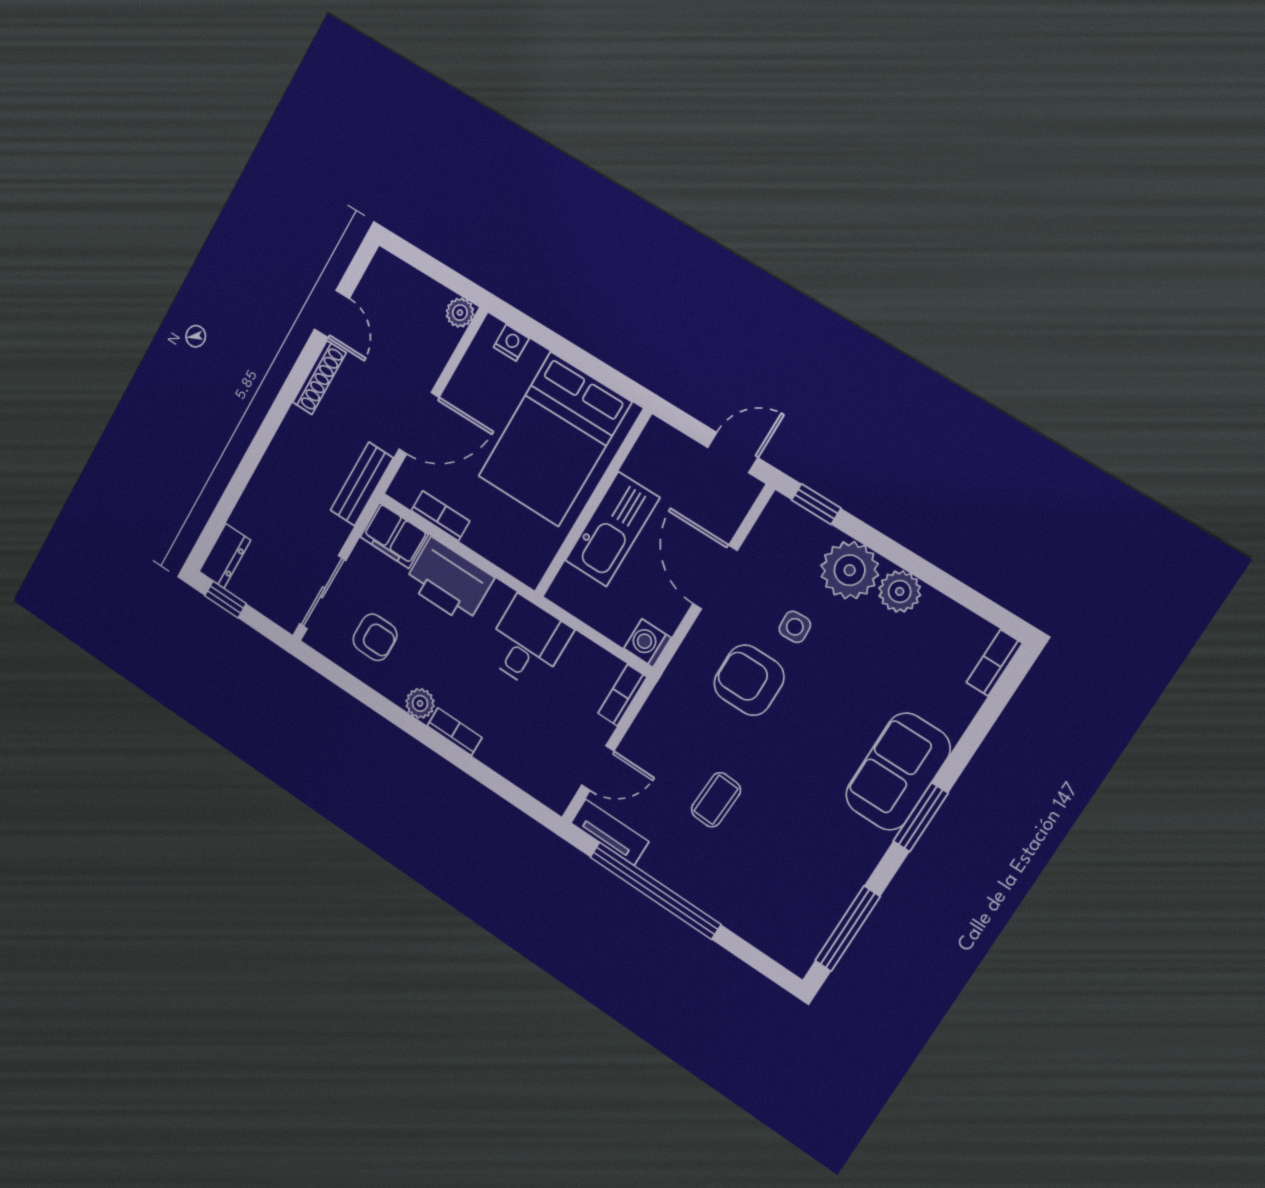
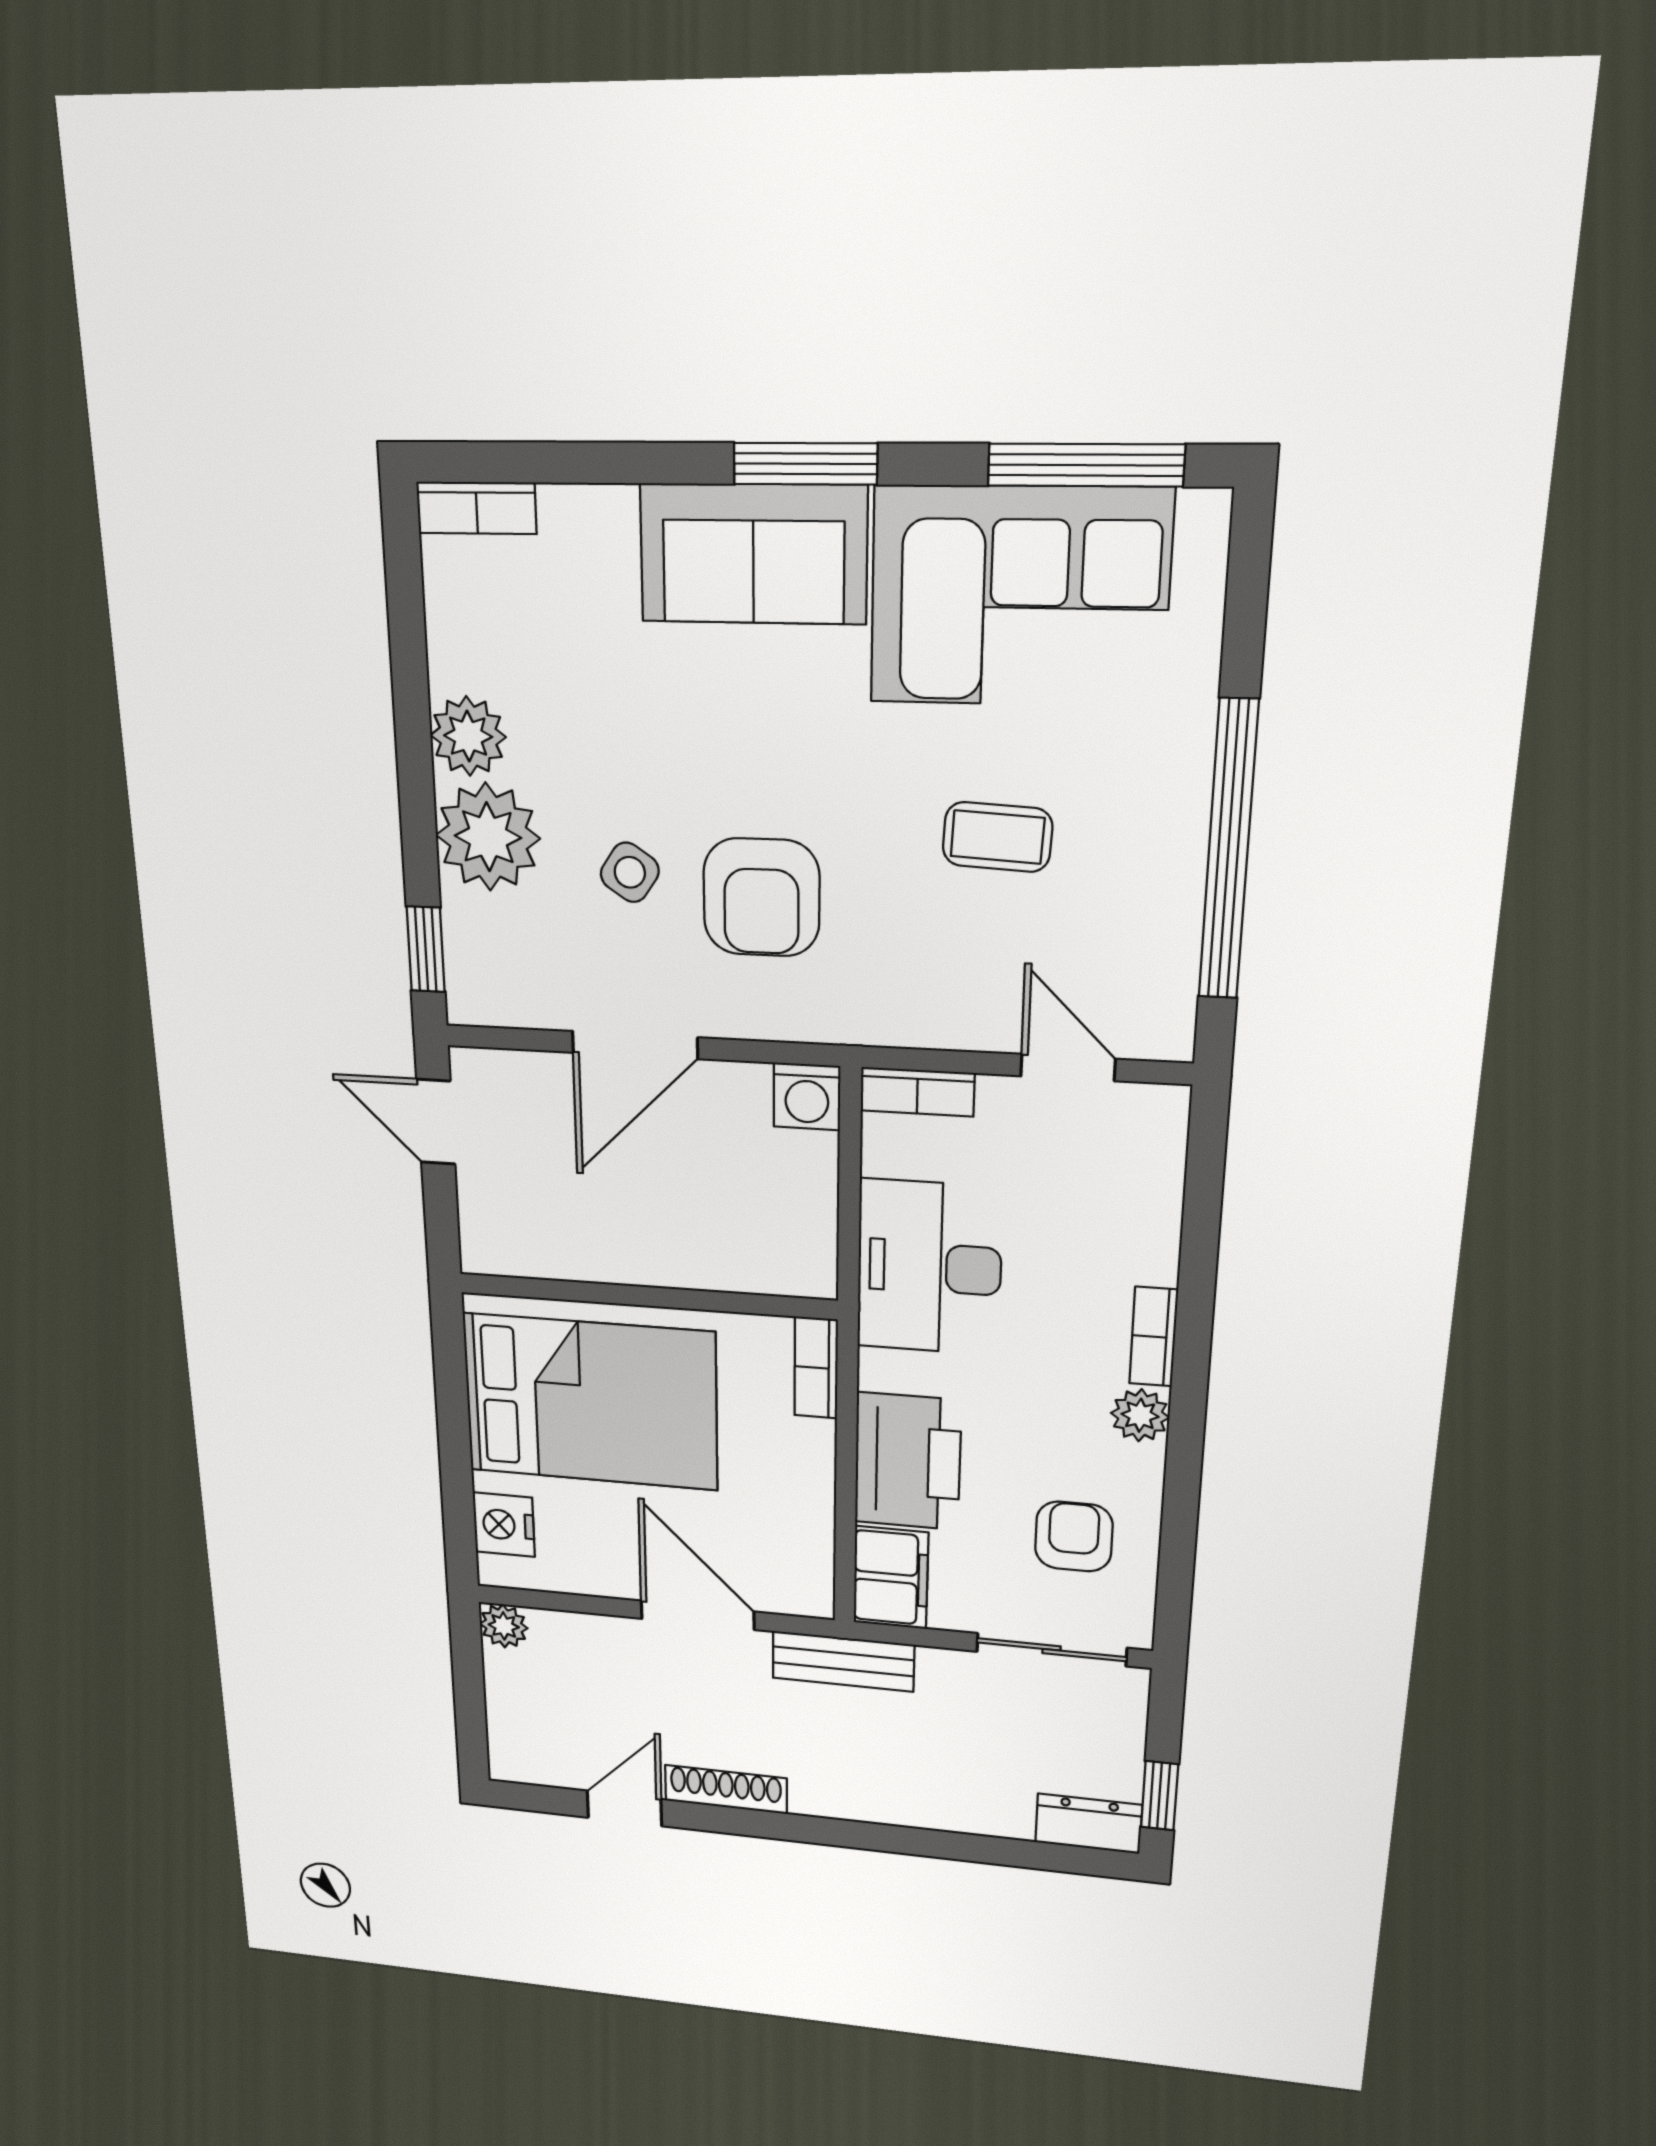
nightstand: (511, 343) -> (504, 1525), width x1.39, depth x1.35
bookcase: (440, 516) -> (816, 1368), moved
kitchen sink: (612, 529) -> (666, 1246), removed
side table: (795, 627) -> (630, 872), turned 37
desk: (527, 643) -> (929, 1267), width x1.37
tv unit: (610, 832) -> (1169, 988), removed
corner sofa: (811, 870) -> (1019, 597), added

